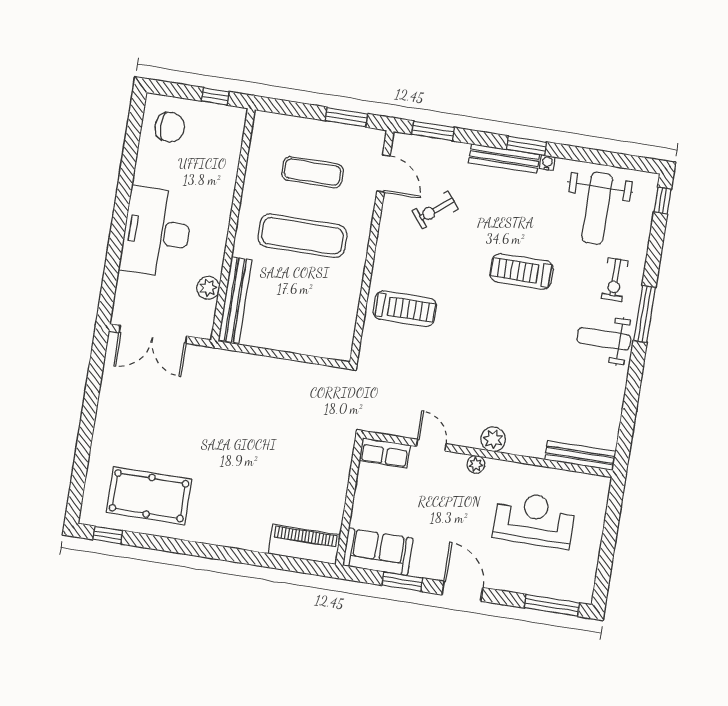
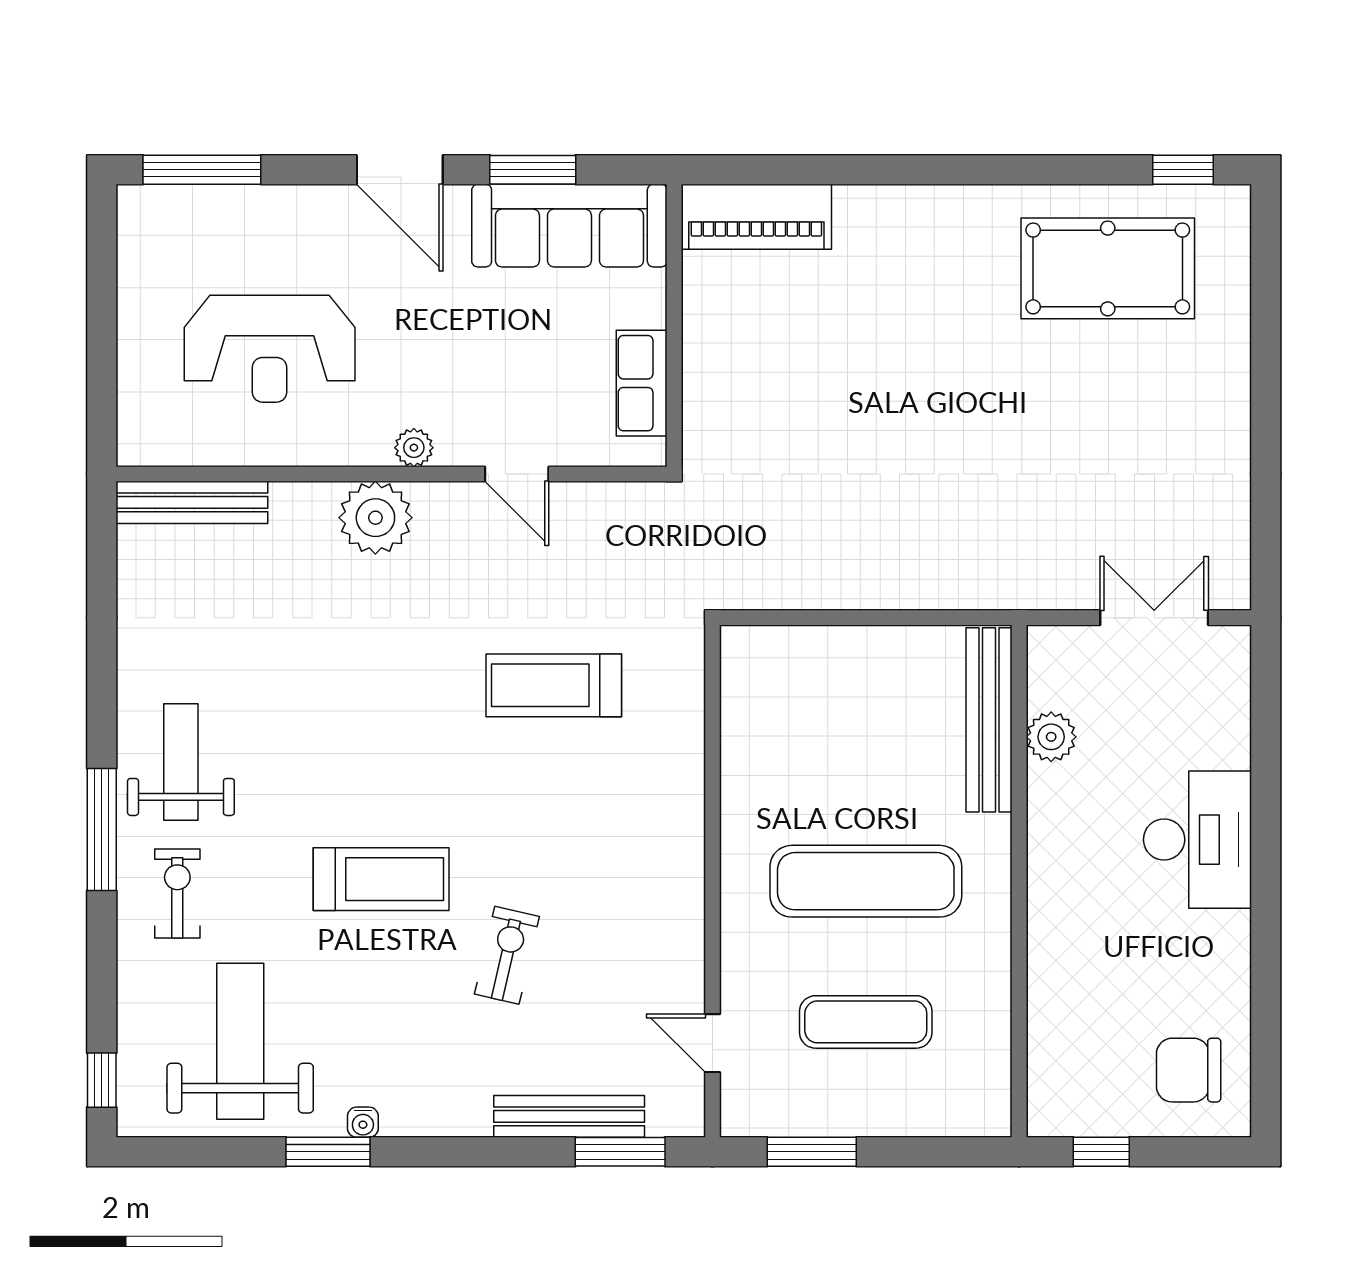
window: (526, 146) -> (328, 1152), moved
bench: (504, 159) -> (569, 1116), moved
door: (383, 174) -> (713, 1043), width x0.73
exercise bike: (435, 210) -> (507, 955), moved, turned -39
desk: (157, 232) -> (1198, 840), width x0.73, depth x0.77
treadmill: (405, 309) -> (554, 685), moved
double door: (153, 334) -> (1154, 618), width x0.73
weight bench: (604, 339) -> (181, 762), turned -90
plant: (493, 439) -> (375, 518), width x1.36, depth x1.36
row of seats: (385, 453) -> (642, 383), moved, turned -90
sofa: (378, 552) -> (569, 226), width x1.36

